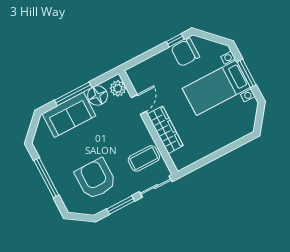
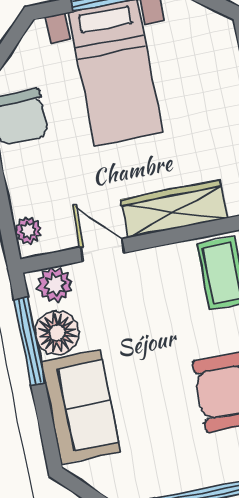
plant: (138, 70) -> (28, 230), added
window: (73, 94) -> (30, 341), moved

